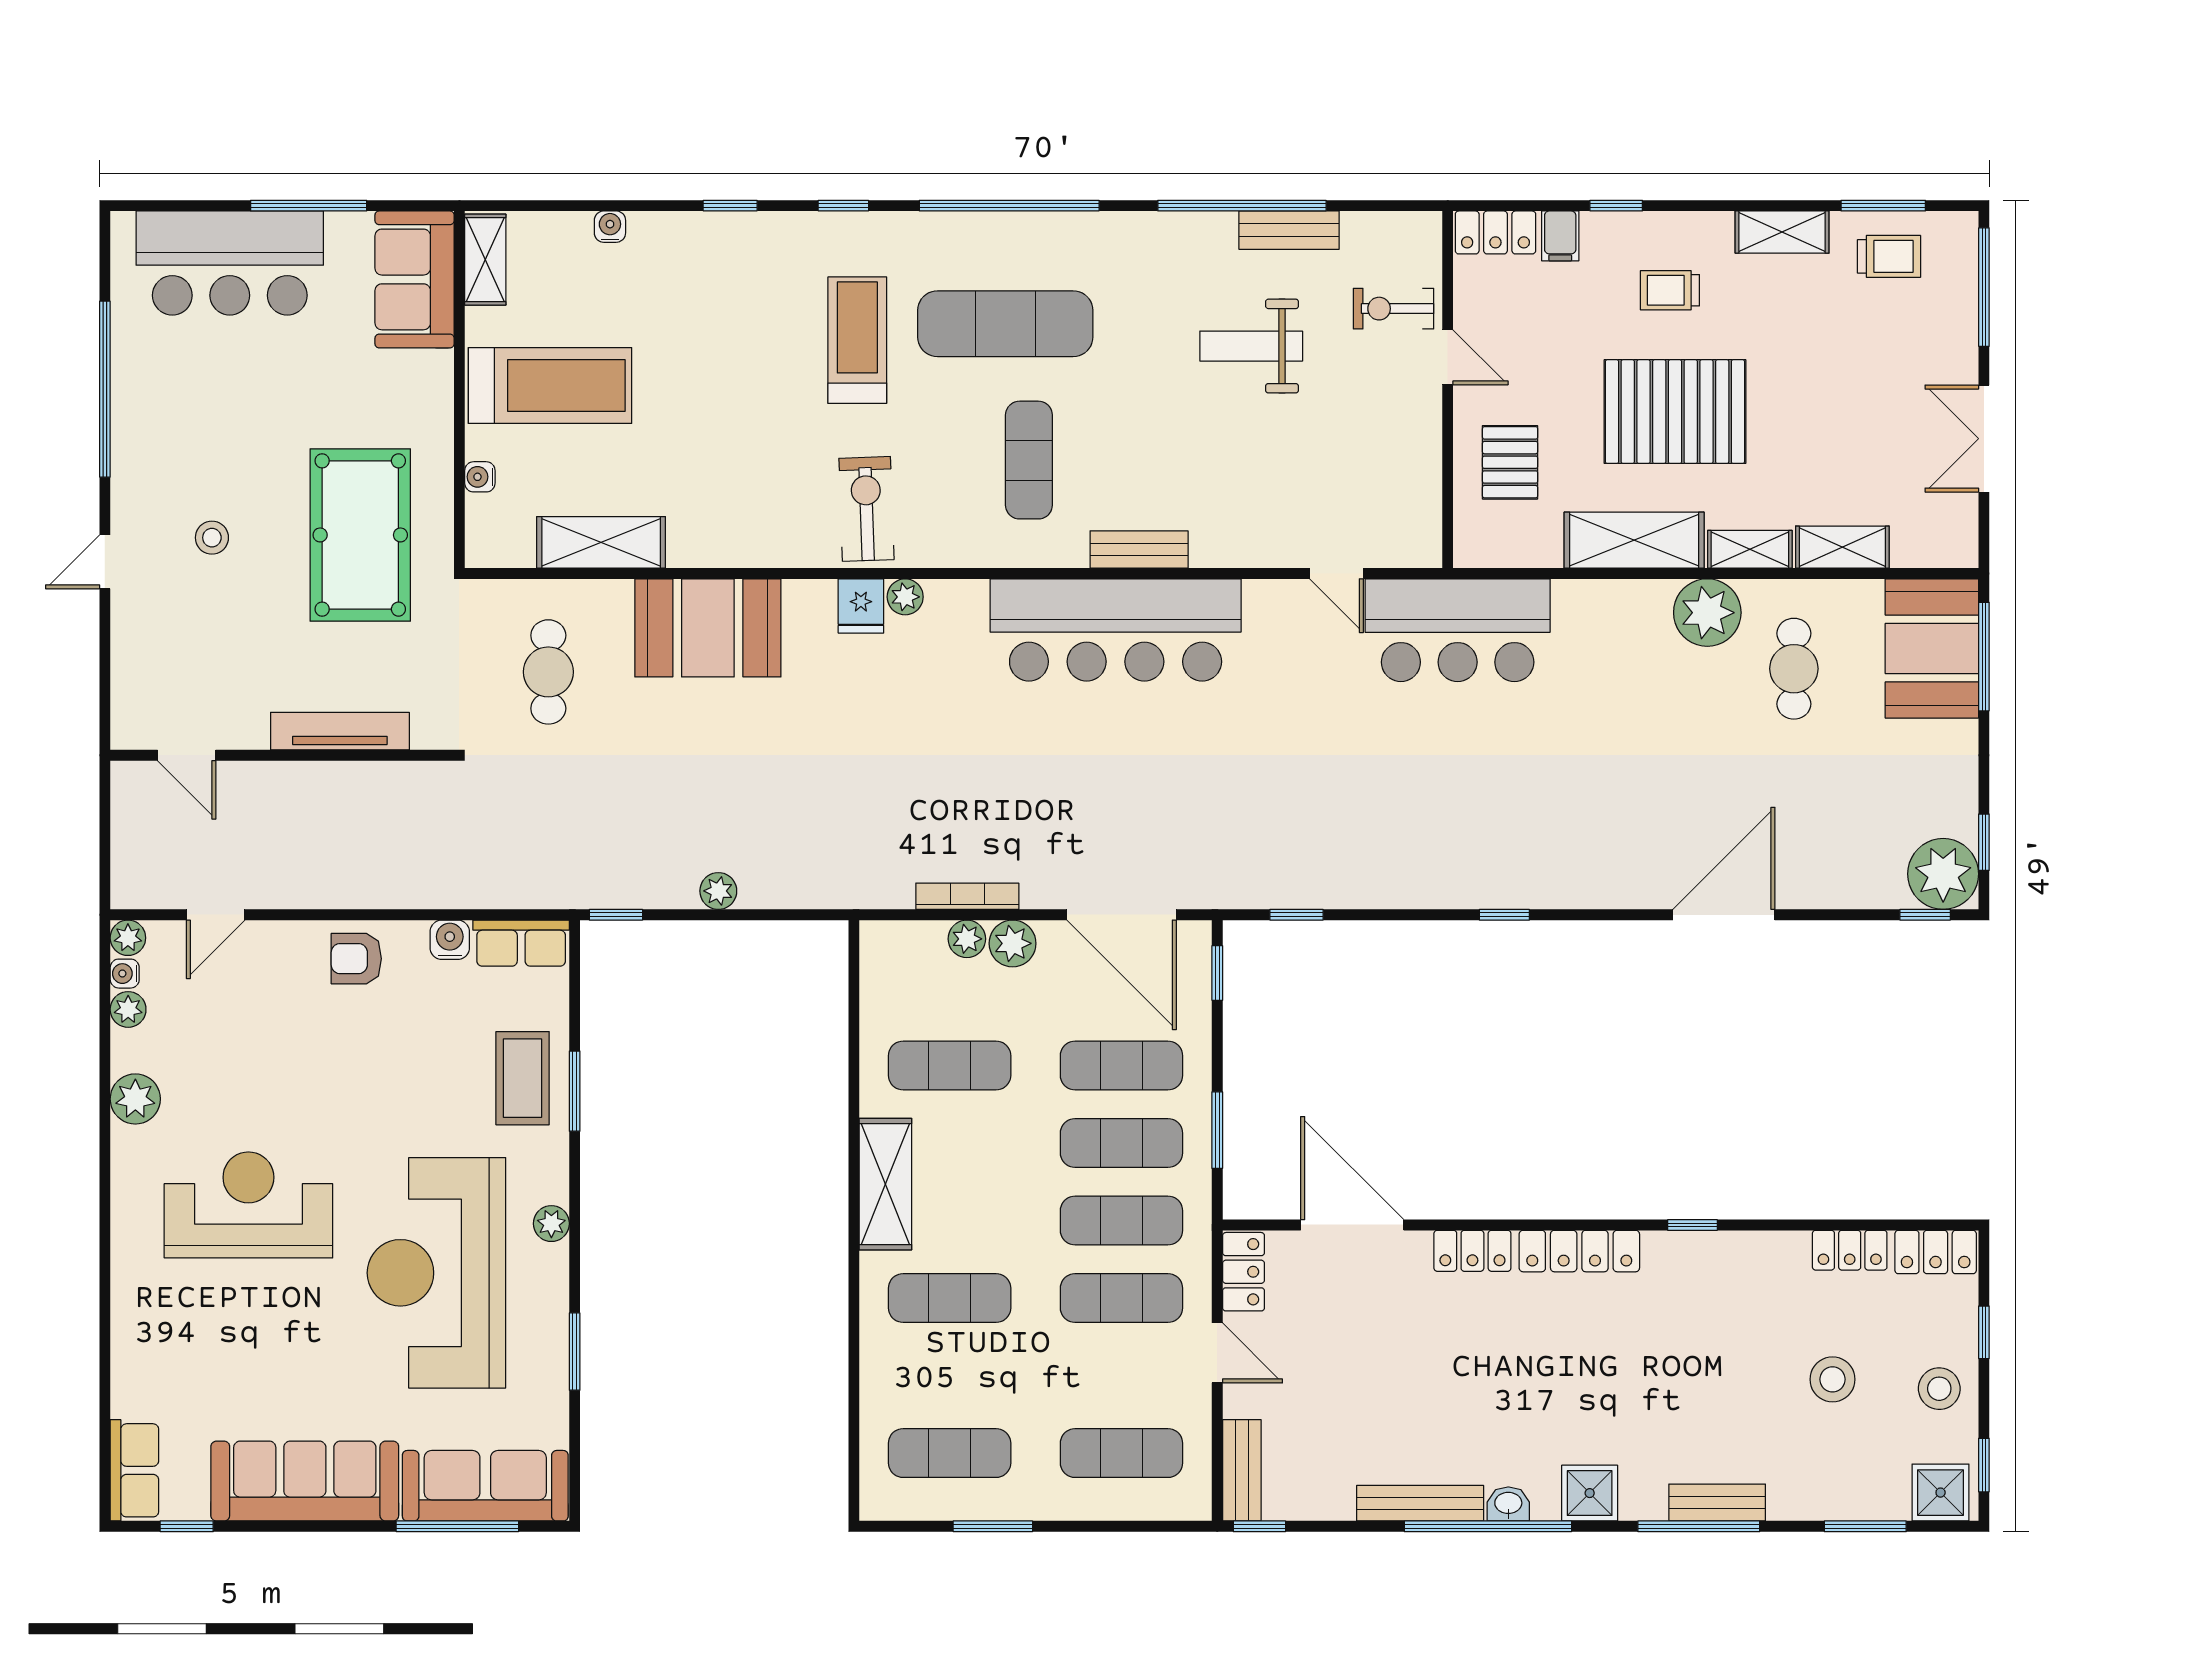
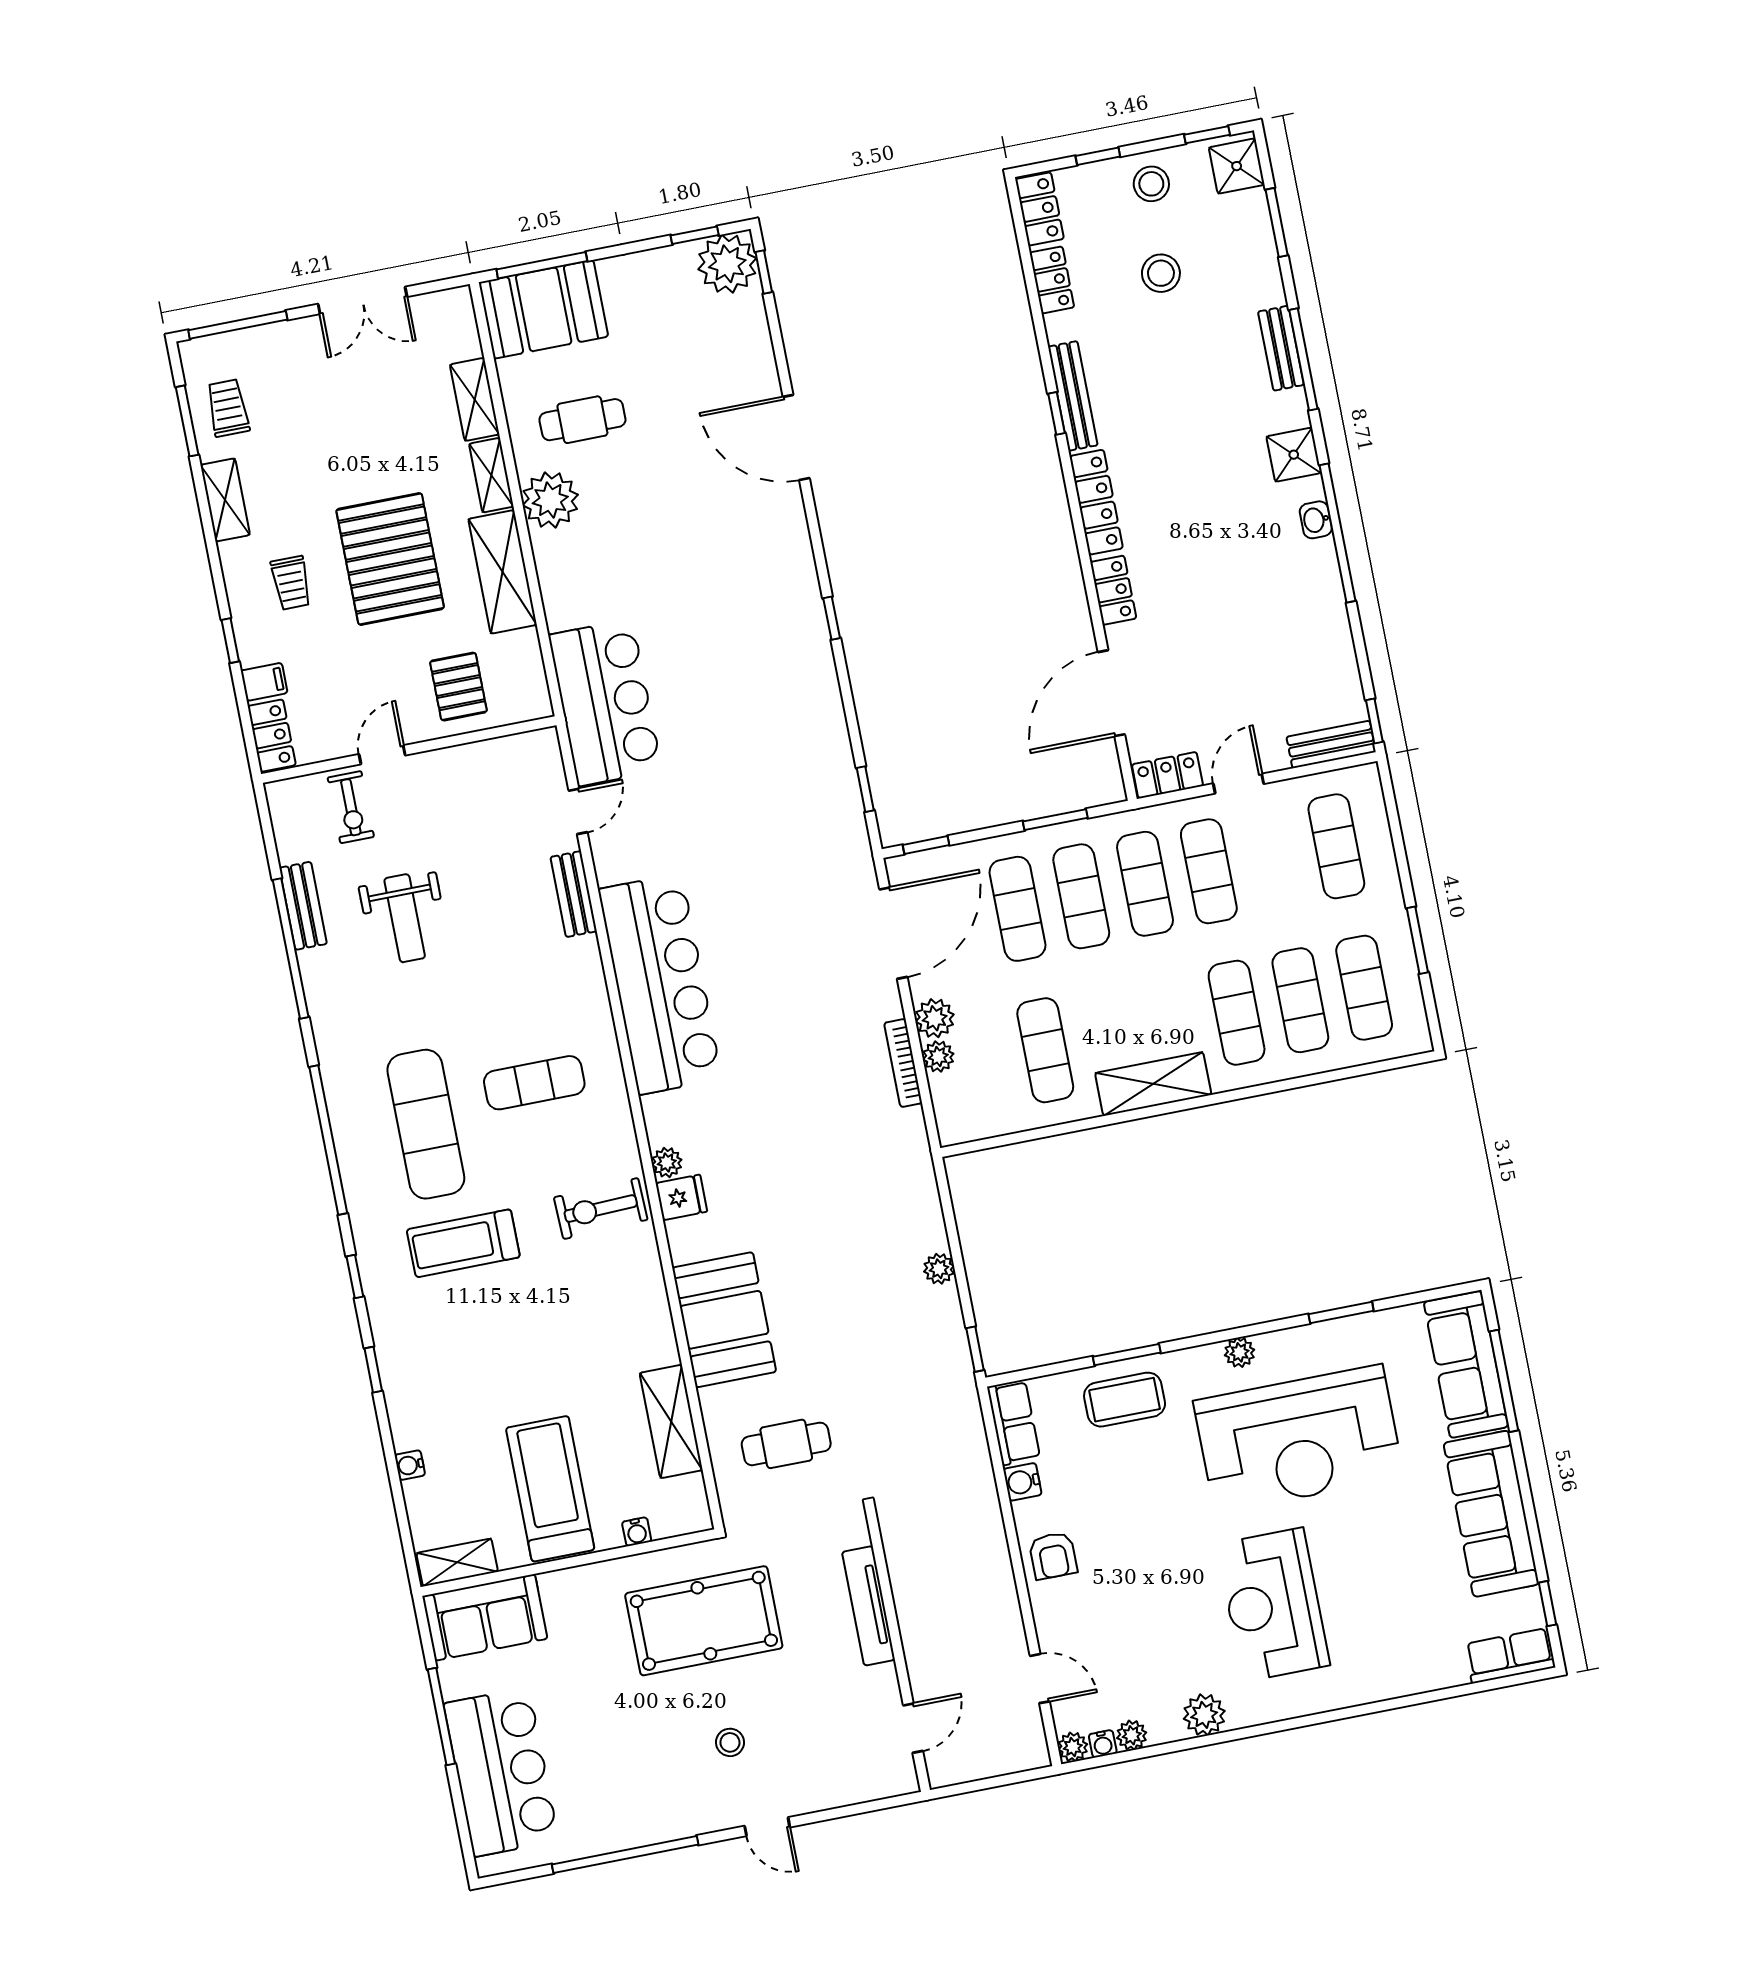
pallet: (1510, 462) -> (458, 687), turned 90
bench: (1139, 550) -> (574, 894), moved
exercise mat: (950, 1376) -> (1300, 1000), added
bench: (1420, 1503) -> (1073, 396), moved

